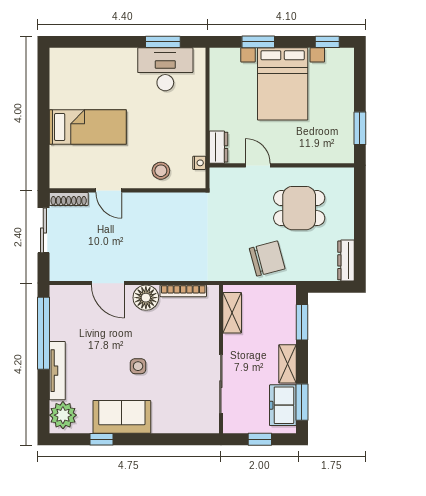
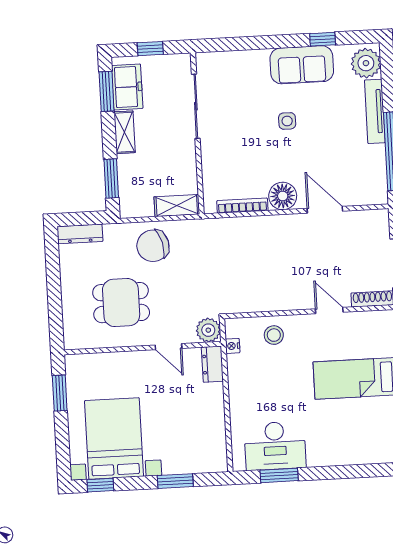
bed with nightstands: (283, 84) -> (114, 438), moved
plant: (221, 178) -> (208, 330), added
dresser: (346, 260) -> (80, 234), moved, turned 90
shelving: (232, 313) -> (177, 206), moved, turned 90

